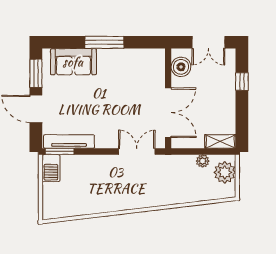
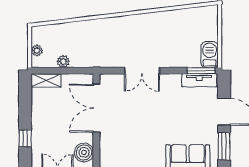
tv unit: (69, 142) -> (199, 80), width x0.71
double door: (137, 151) -> (142, 71), moved
plant: (225, 172) -> (37, 51), width x0.53, depth x0.53

